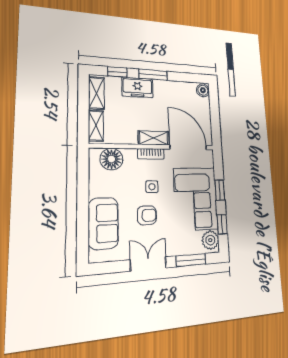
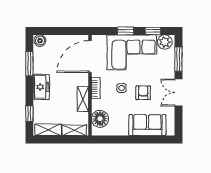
window: (153, 75) -> (29, 64), moved
freezer: (137, 87) -> (41, 87), moved
shelving: (154, 138) -> (83, 99), moved

